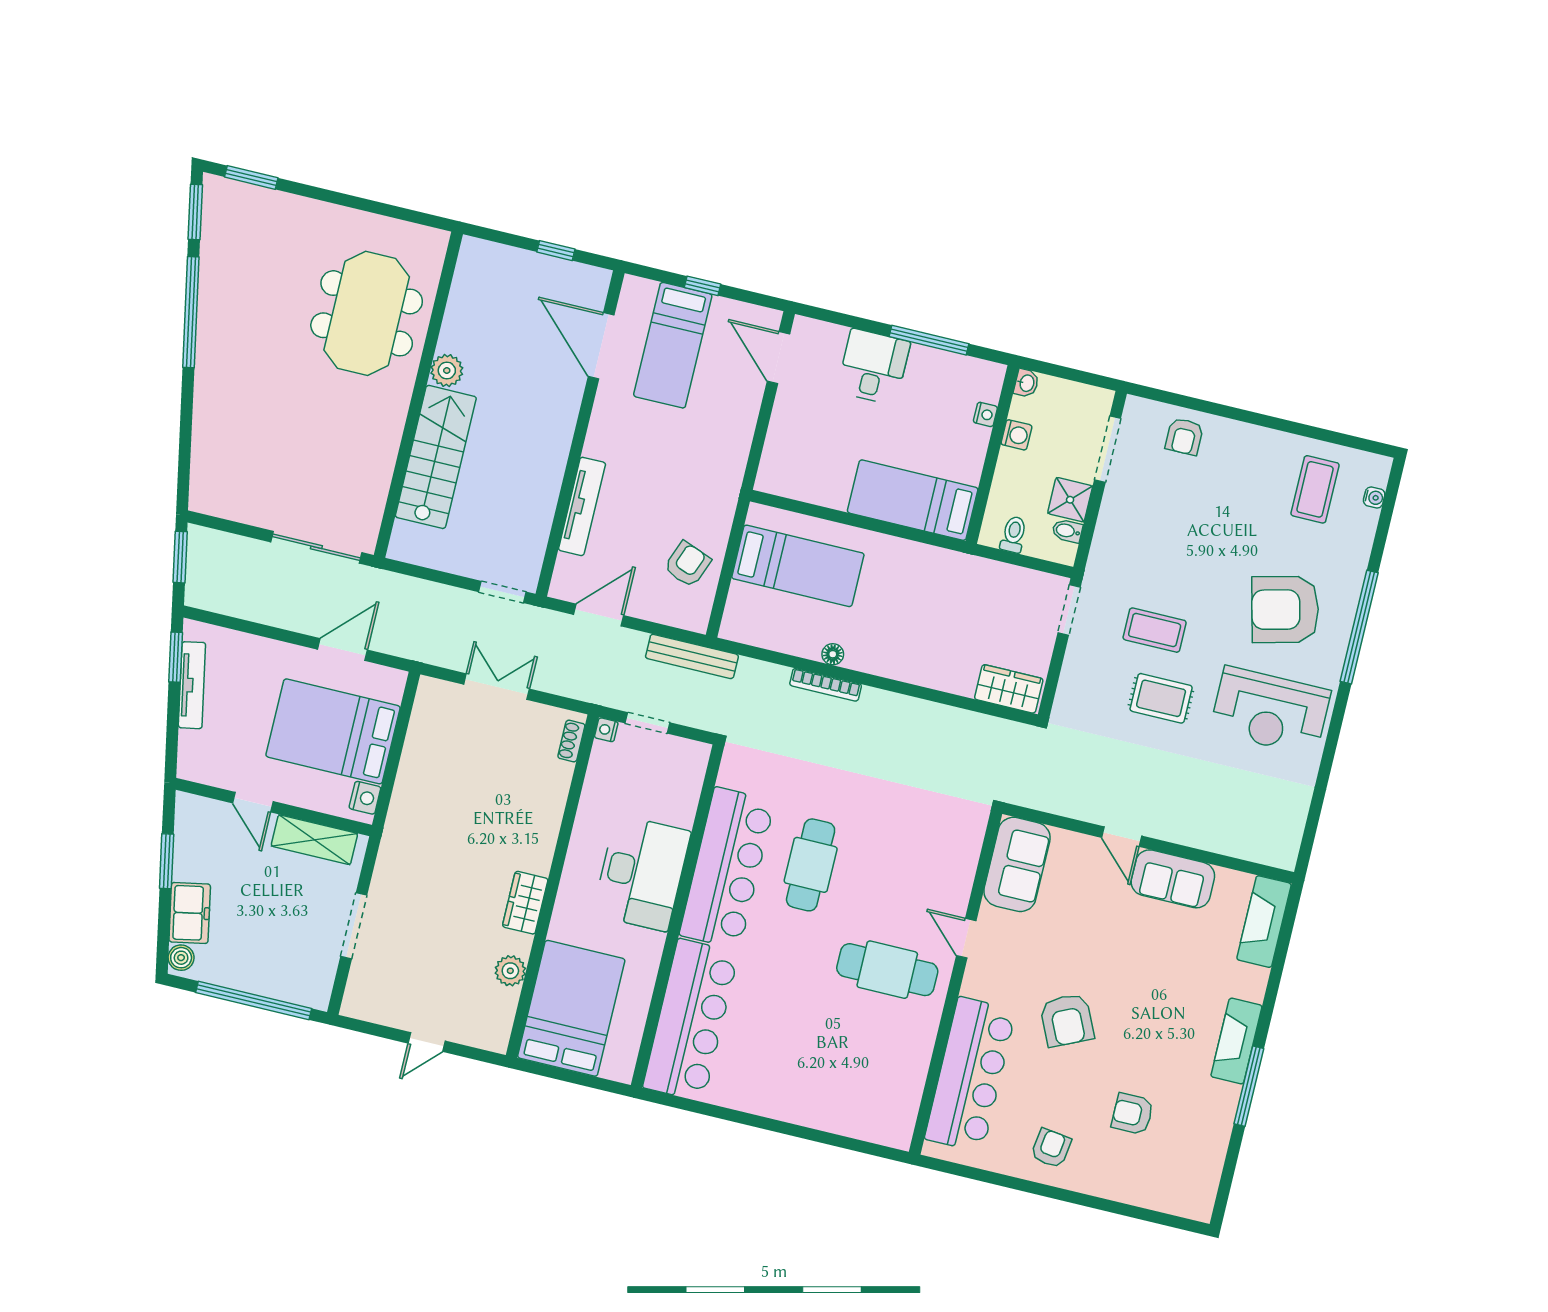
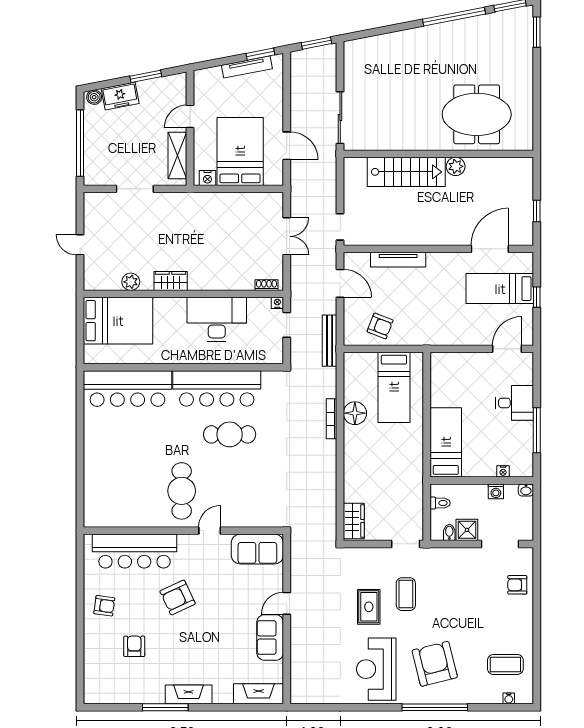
floor lamp: (833, 654) -> (355, 413), width x1.89, depth x1.89
desk: (642, 873) -> (217, 319), moved, turned 180

